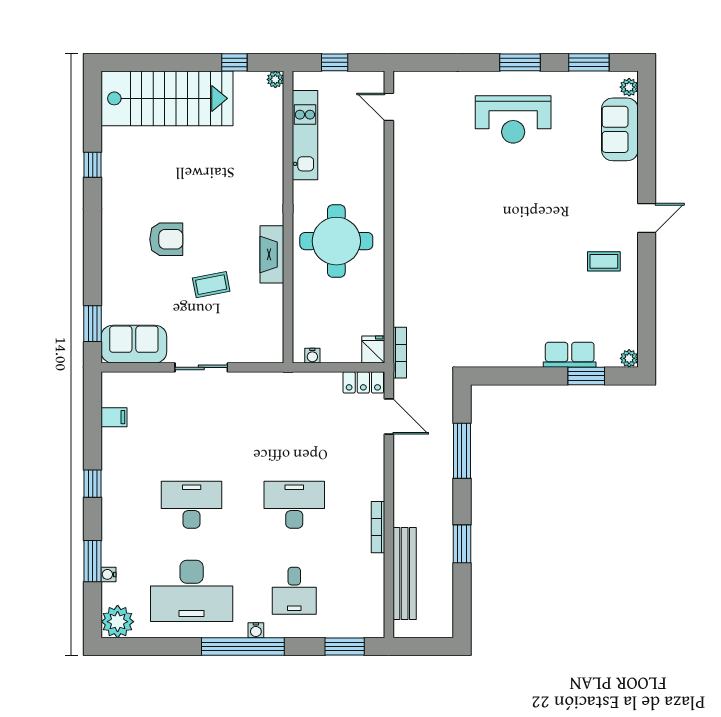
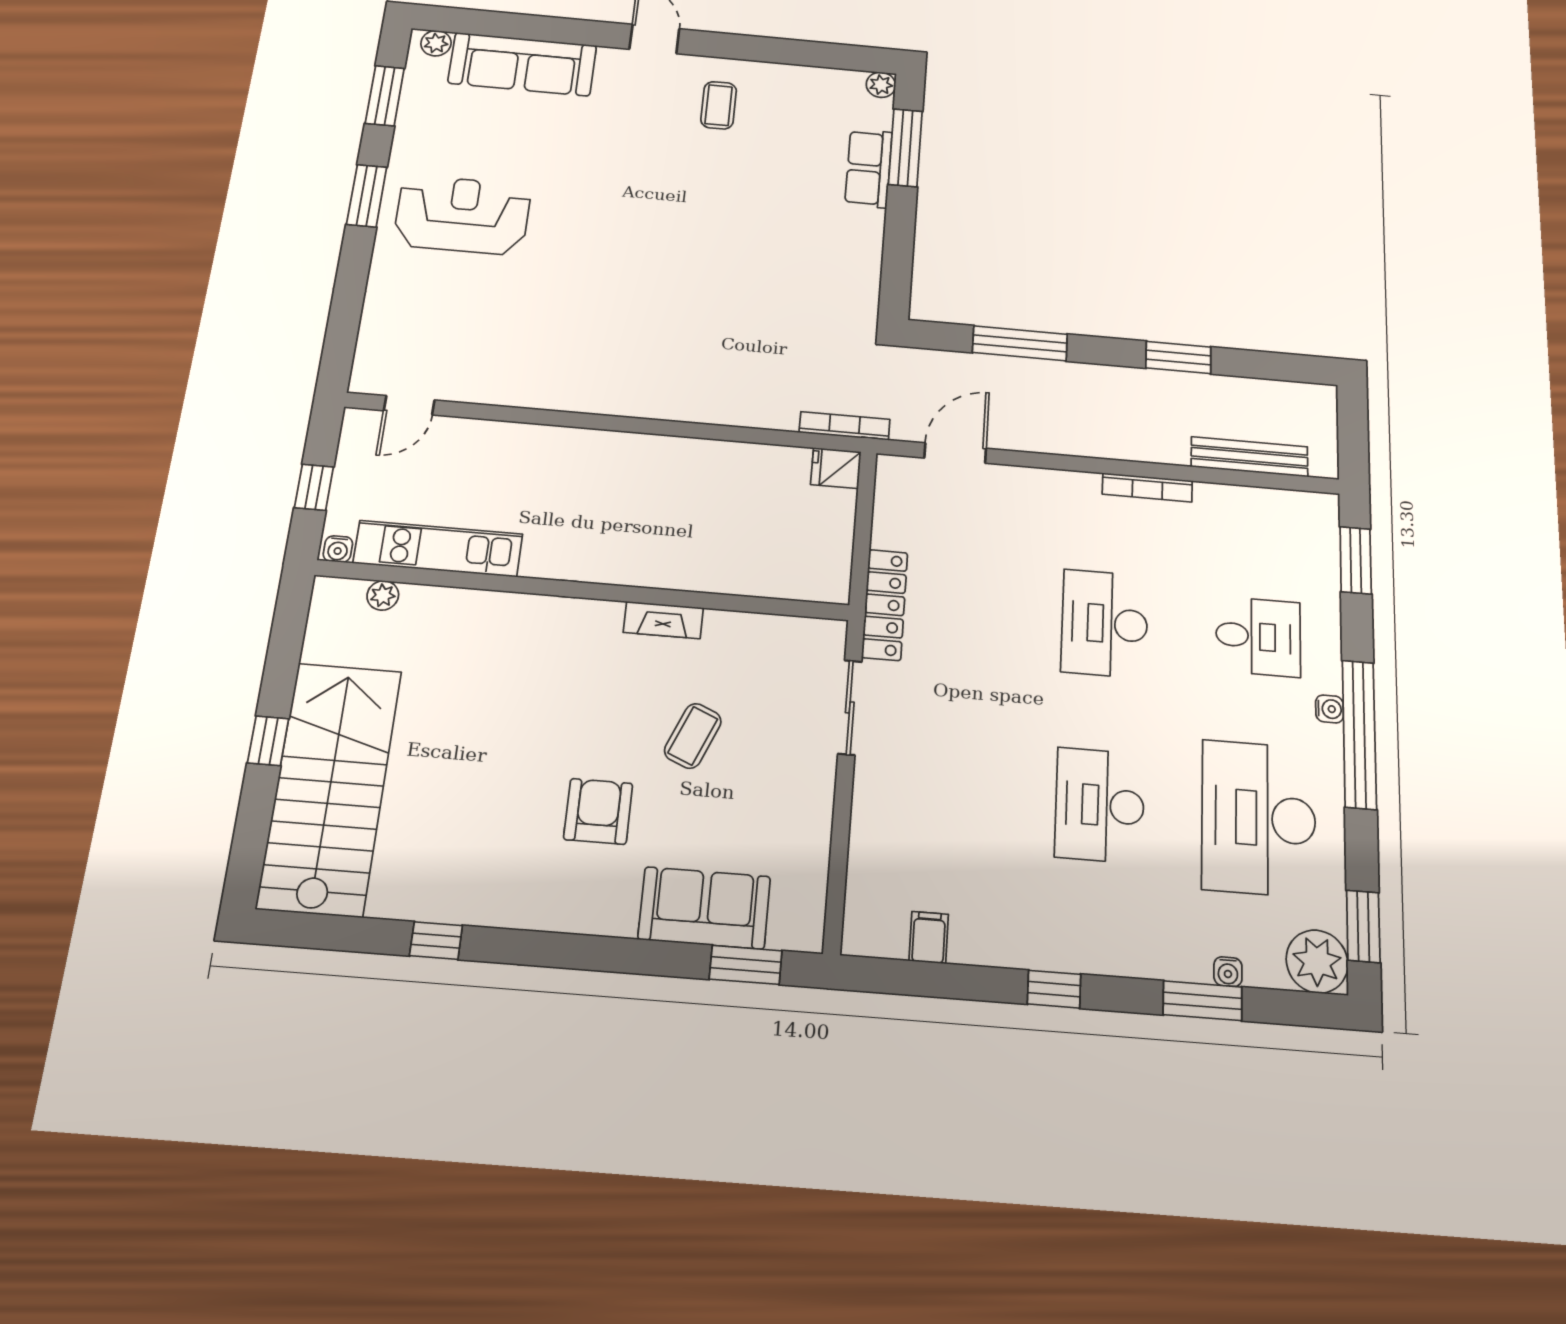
window: (234, 62) -> (268, 741), moved
plant: (275, 79) -> (383, 595), moved
reception desk: (513, 119) -> (462, 215), turned -90
sofa: (620, 129) -> (522, 64), width x1.36
round table: (336, 241) -> (637, 512), removed
fireplace: (272, 254) -> (663, 620), width x0.73, depth x0.76
coffee table: (211, 285) -> (693, 736), turned 34
sofa: (134, 344) -> (704, 908), moved, turned 90
water cooler: (312, 356) -> (338, 549), moved, turned 90
sliding door: (201, 367) -> (850, 707), moved
window: (586, 376) -> (905, 148), width x1.44
locker: (363, 382) -> (885, 605), moved, width x1.53
bench: (405, 574) -> (1249, 457), width x0.73, depth x0.82
desk: (192, 591) -> (1259, 818), turned 180
window: (138, 647) -> (1363, 926), added

